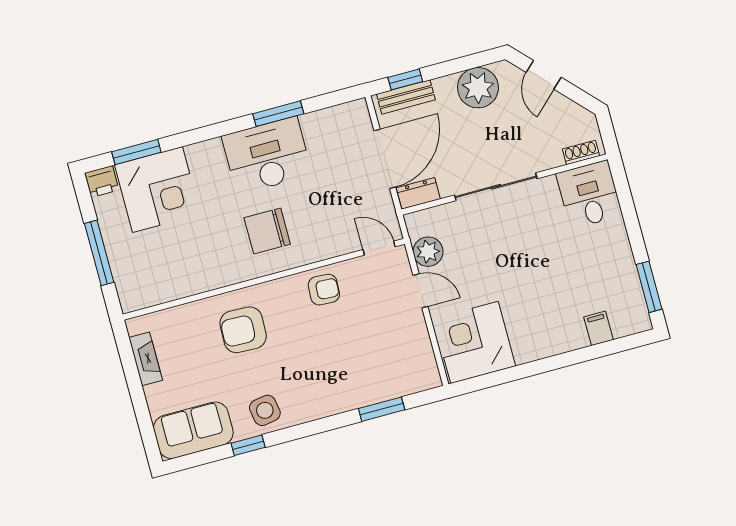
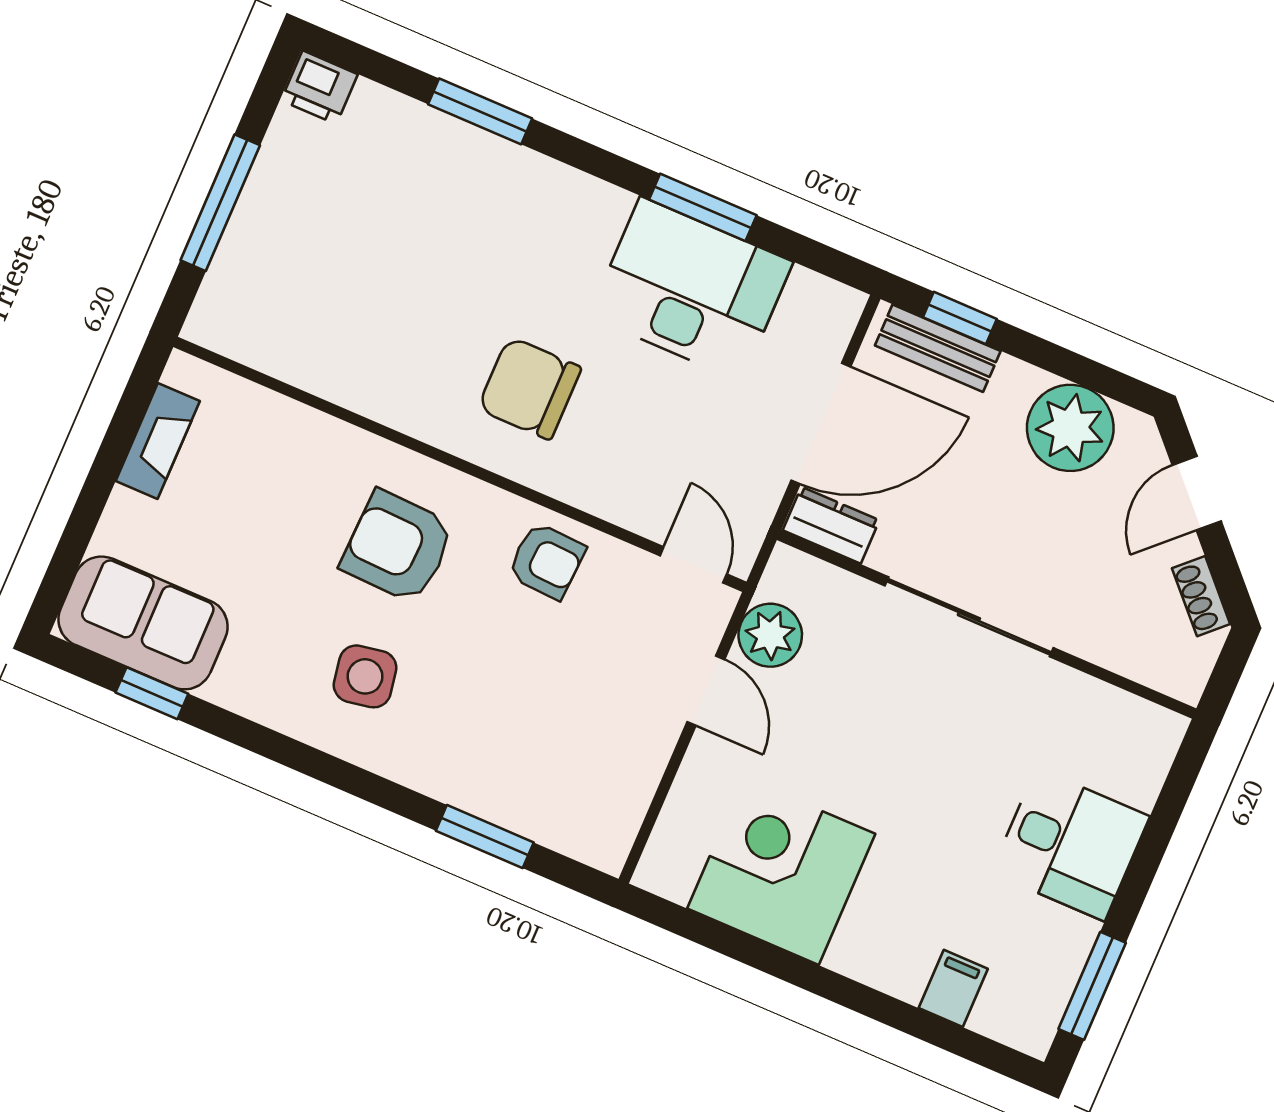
window: (136, 152) -> (480, 111), moved
shoe rack: (581, 152) -> (1201, 596), moved, turned -134
desk: (267, 156) -> (691, 289), moved
corner desk: (157, 190) -> (401, 174), removed
desk: (589, 195) -> (1070, 844), moved, turned 90
armchair: (243, 330) -> (398, 547), moved
corner desk: (474, 342) -> (781, 871), moved
side table: (265, 410) -> (365, 676), moved
window: (248, 445) -> (152, 693), moved

